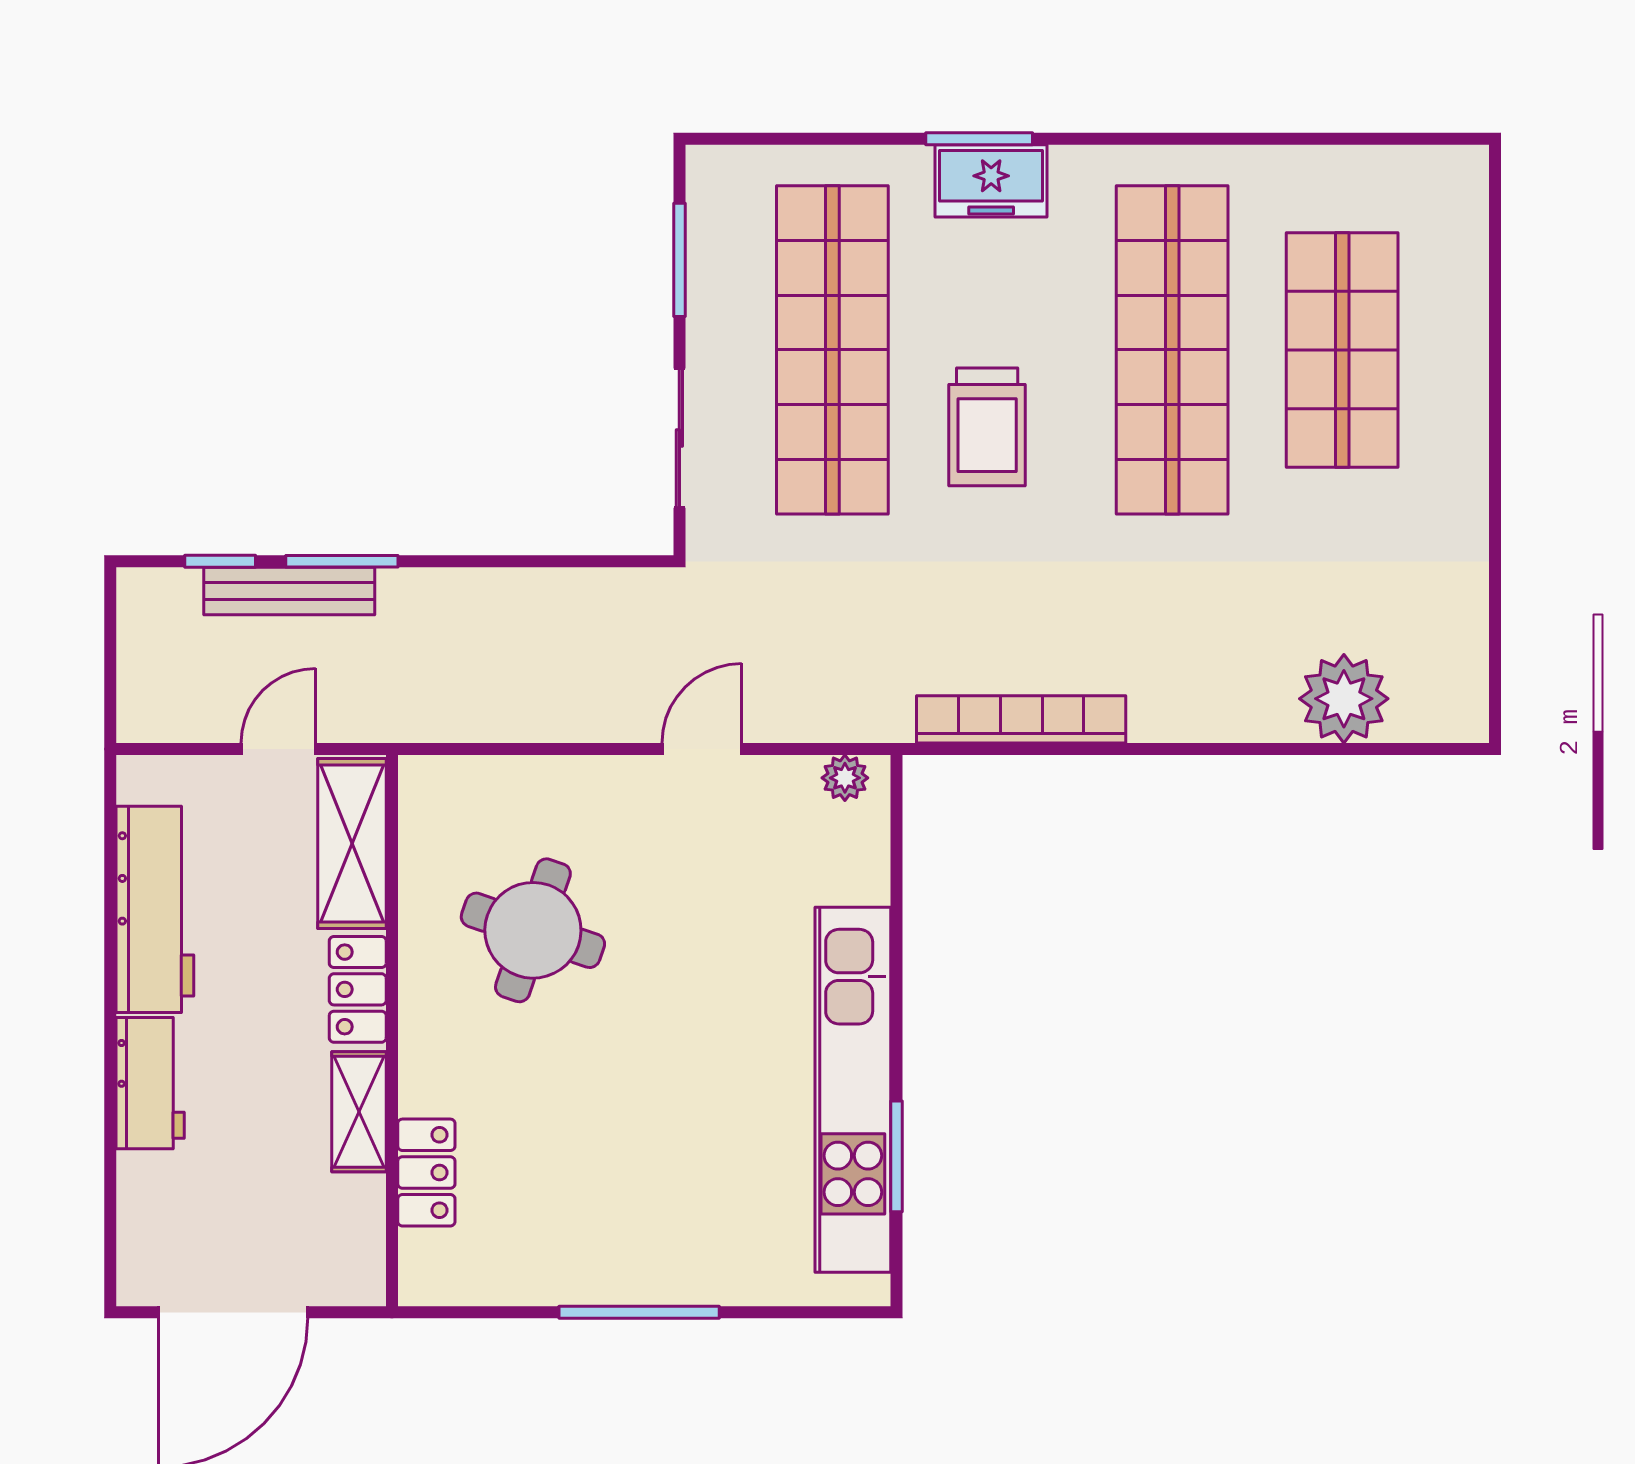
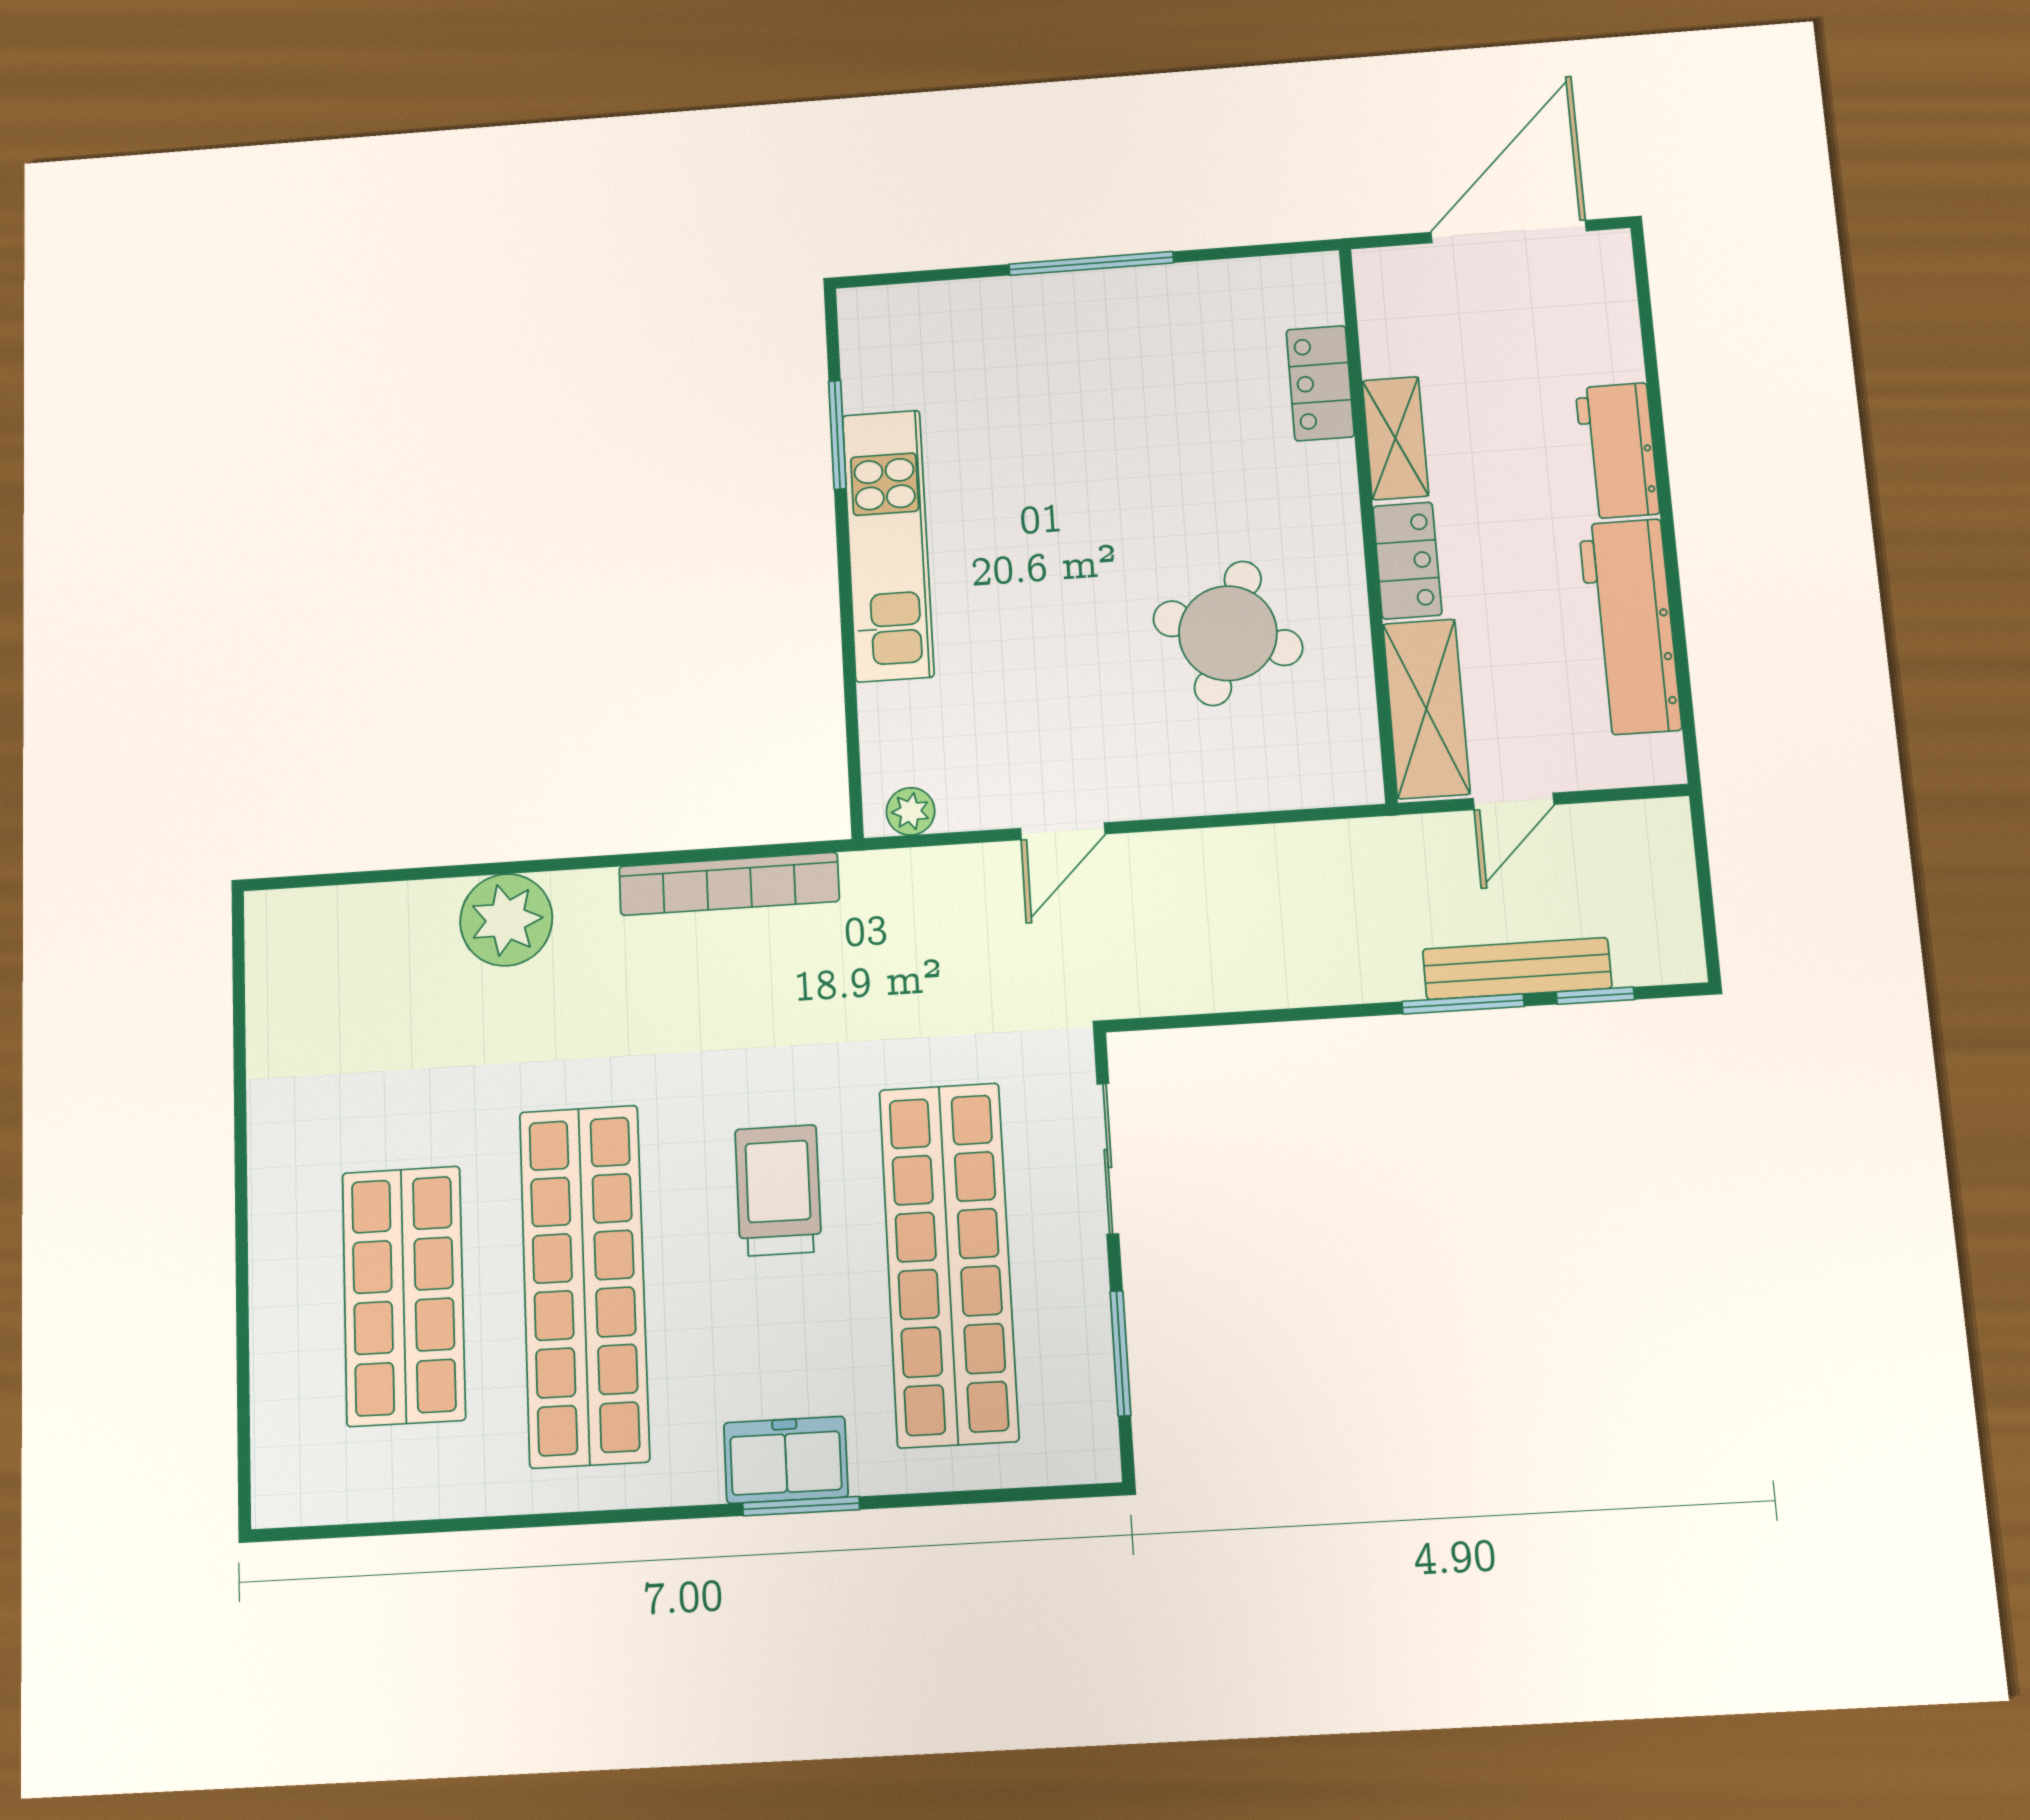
plant: (1344, 699) -> (506, 920), moved
kitchen unit: (853, 1090) -> (888, 545), width x0.73

